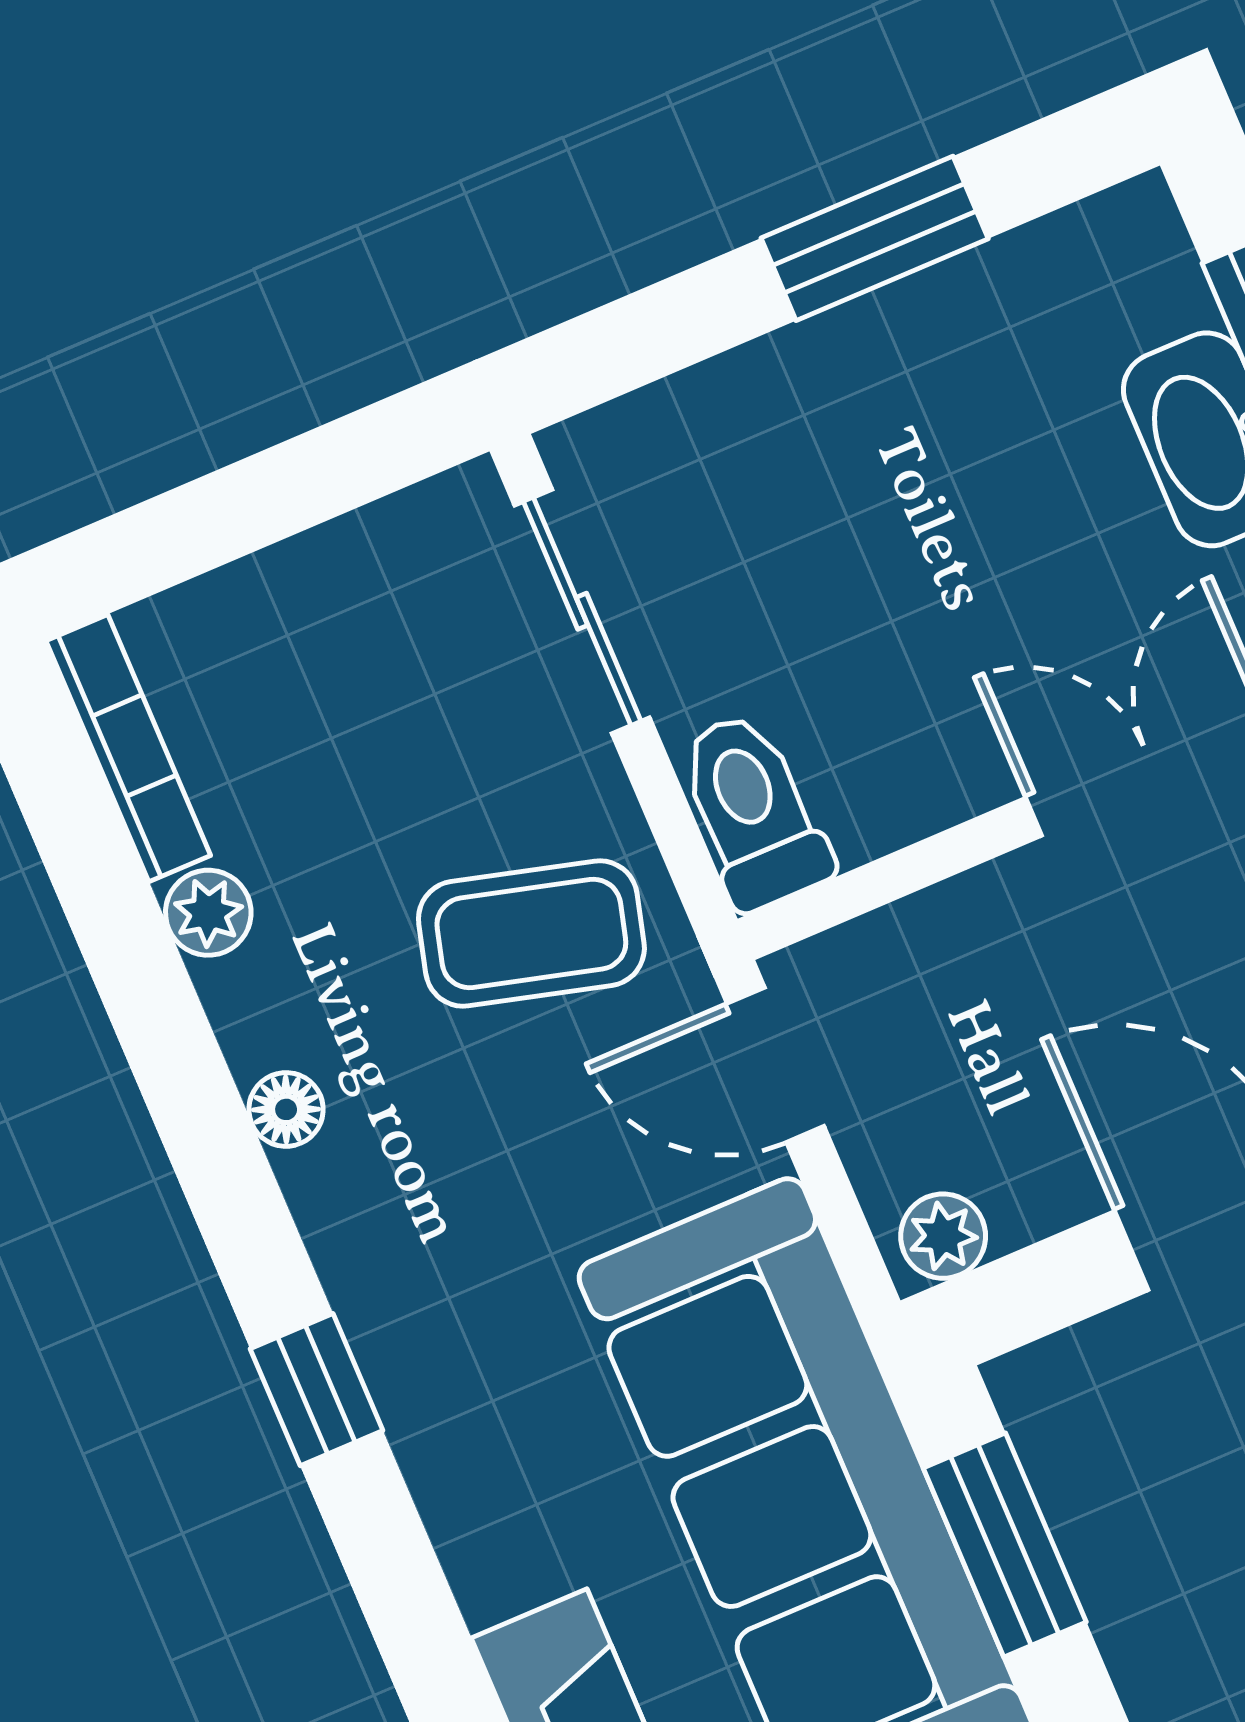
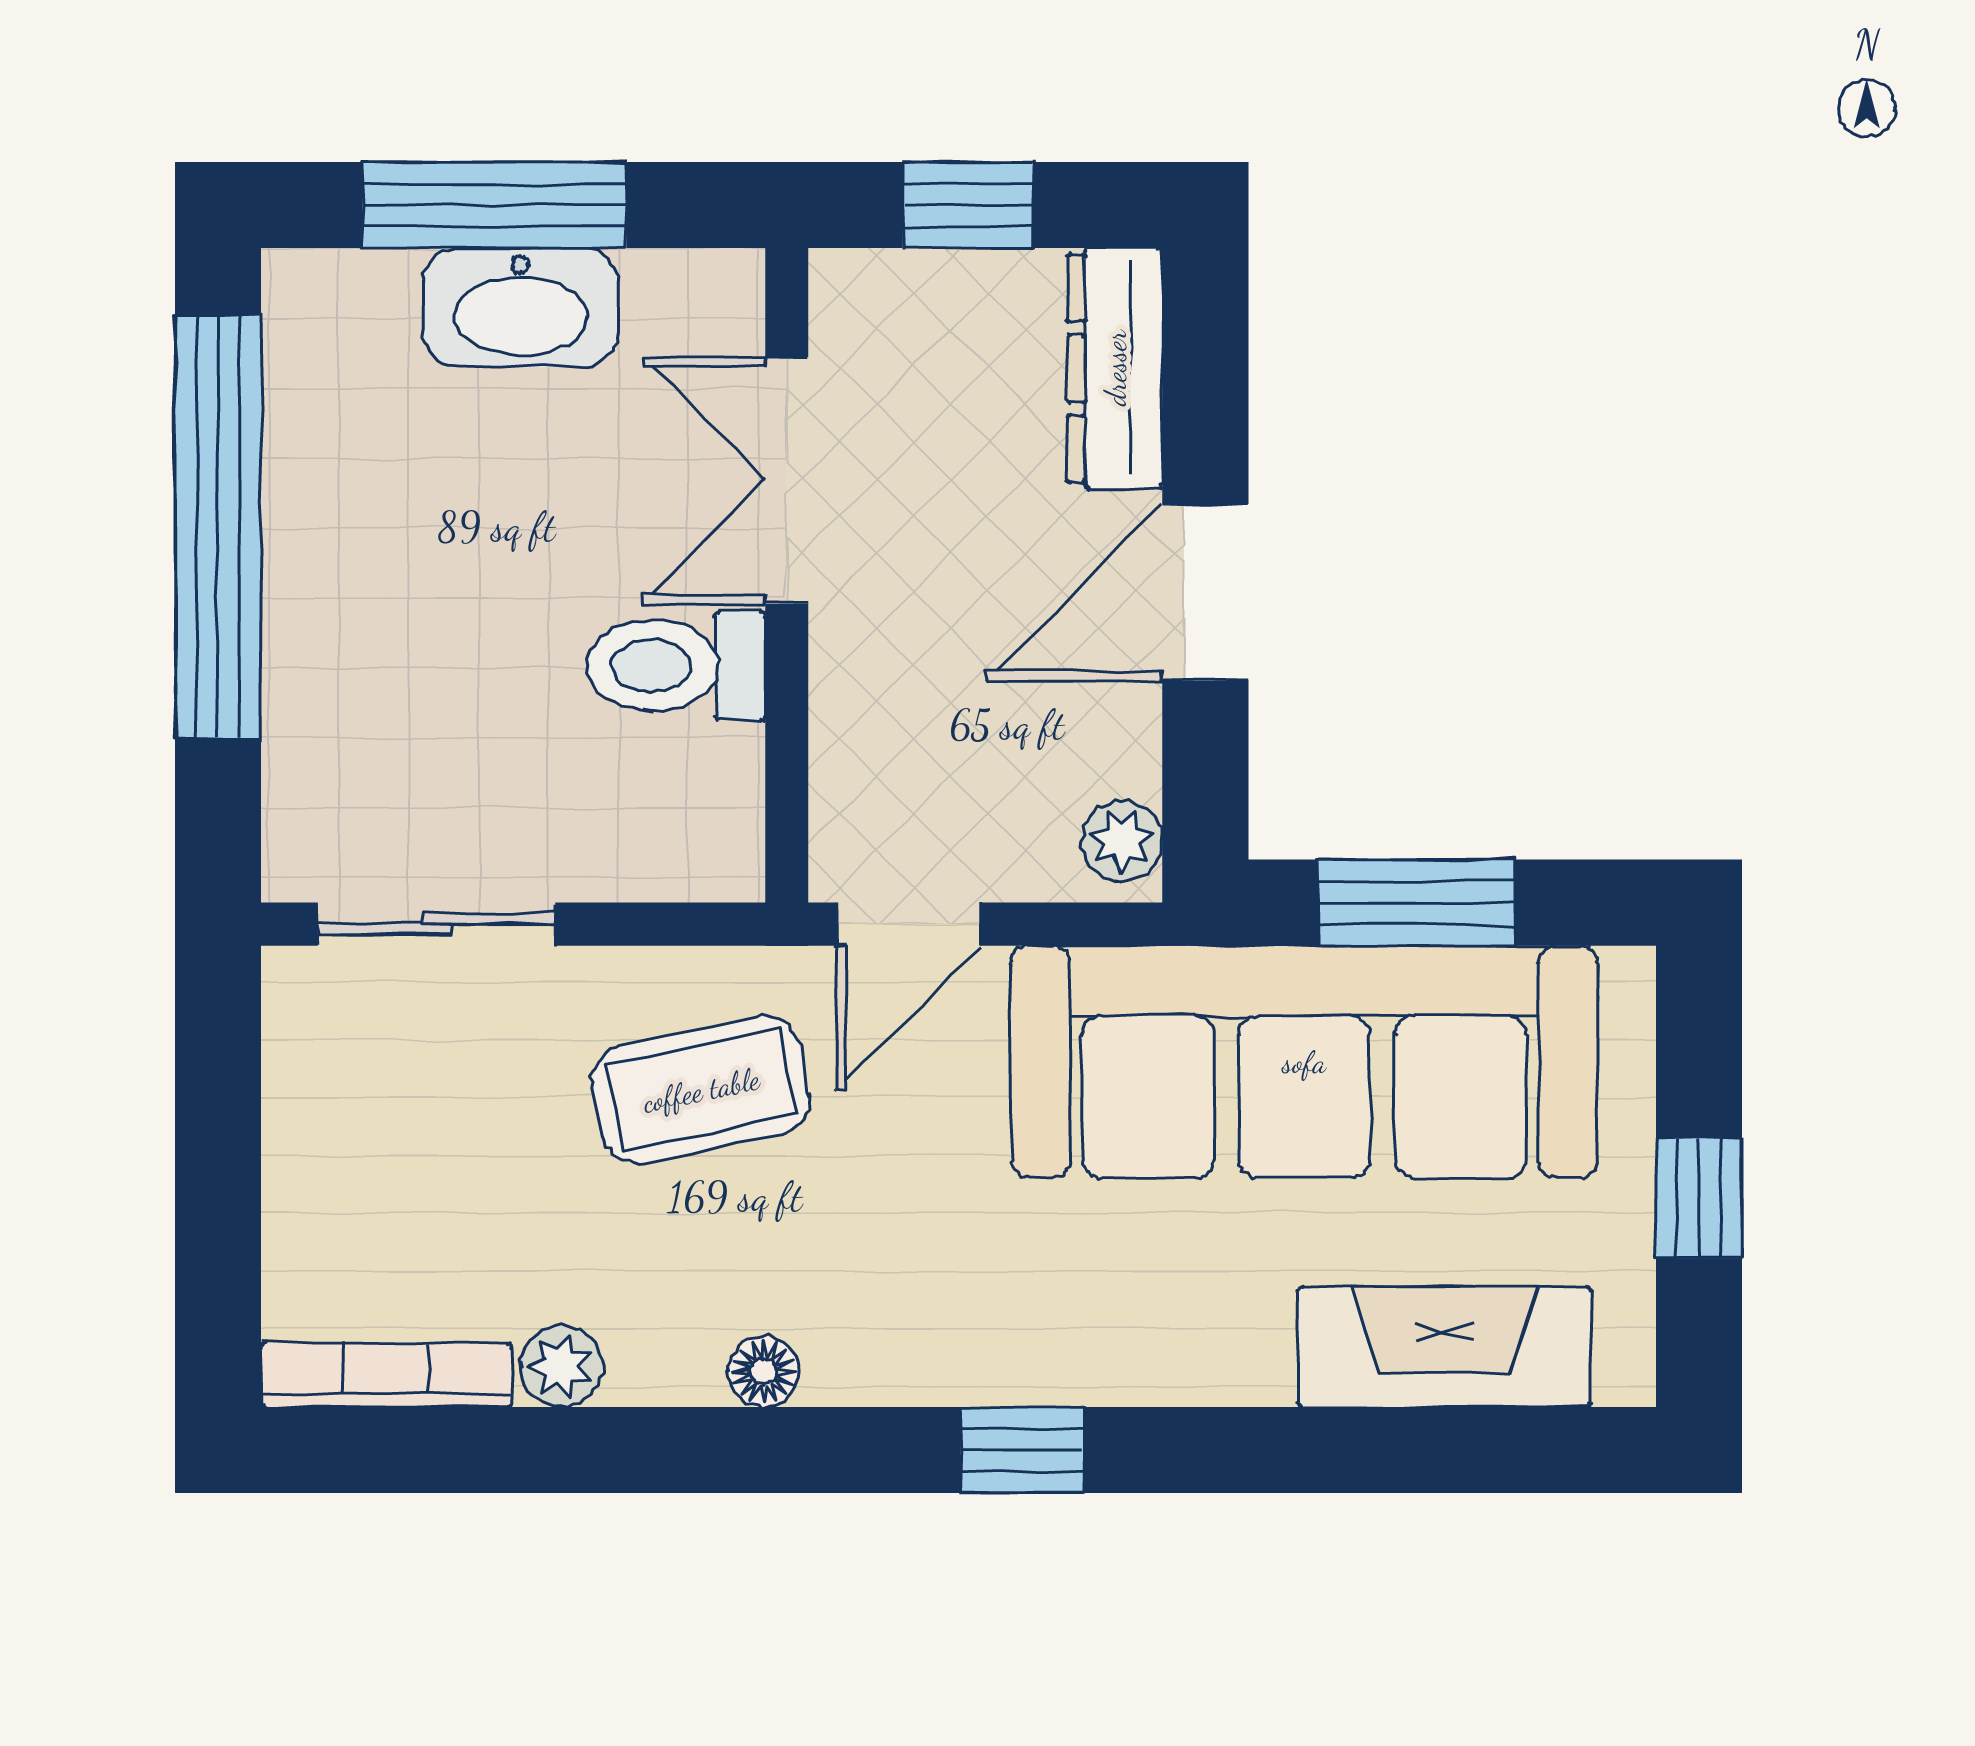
window: (875, 238) -> (218, 527), width x2.11
toilet: (753, 811) -> (676, 666), moved
coffee table: (531, 934) -> (701, 1090), turned 63

